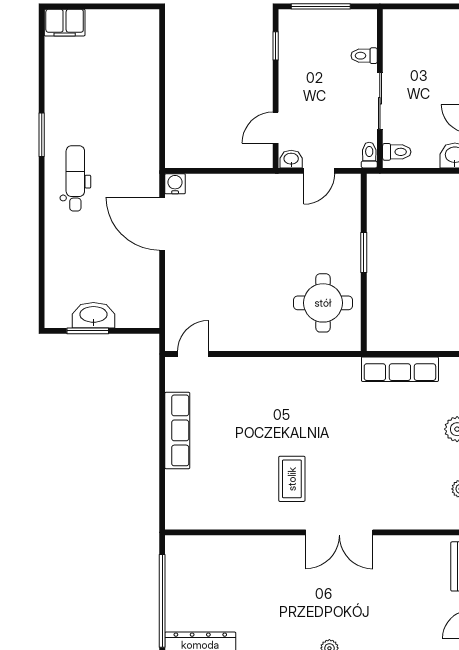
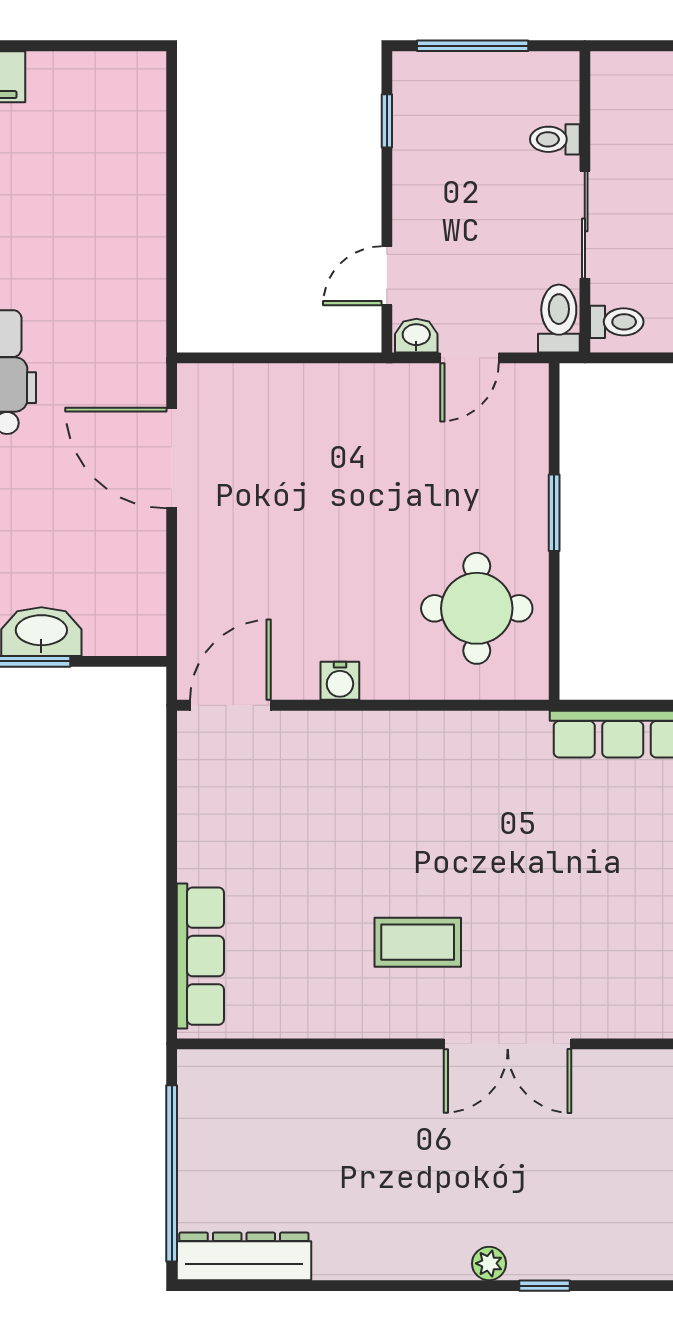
toilet: (369, 155) -> (559, 319), width x1.37, depth x1.39
water cooler: (175, 184) -> (340, 681), moved, turned 180
door: (193, 354) -> (230, 705), width x1.38
row of seats: (177, 430) -> (200, 956), moved
coffee table: (292, 479) -> (418, 942), turned 90

